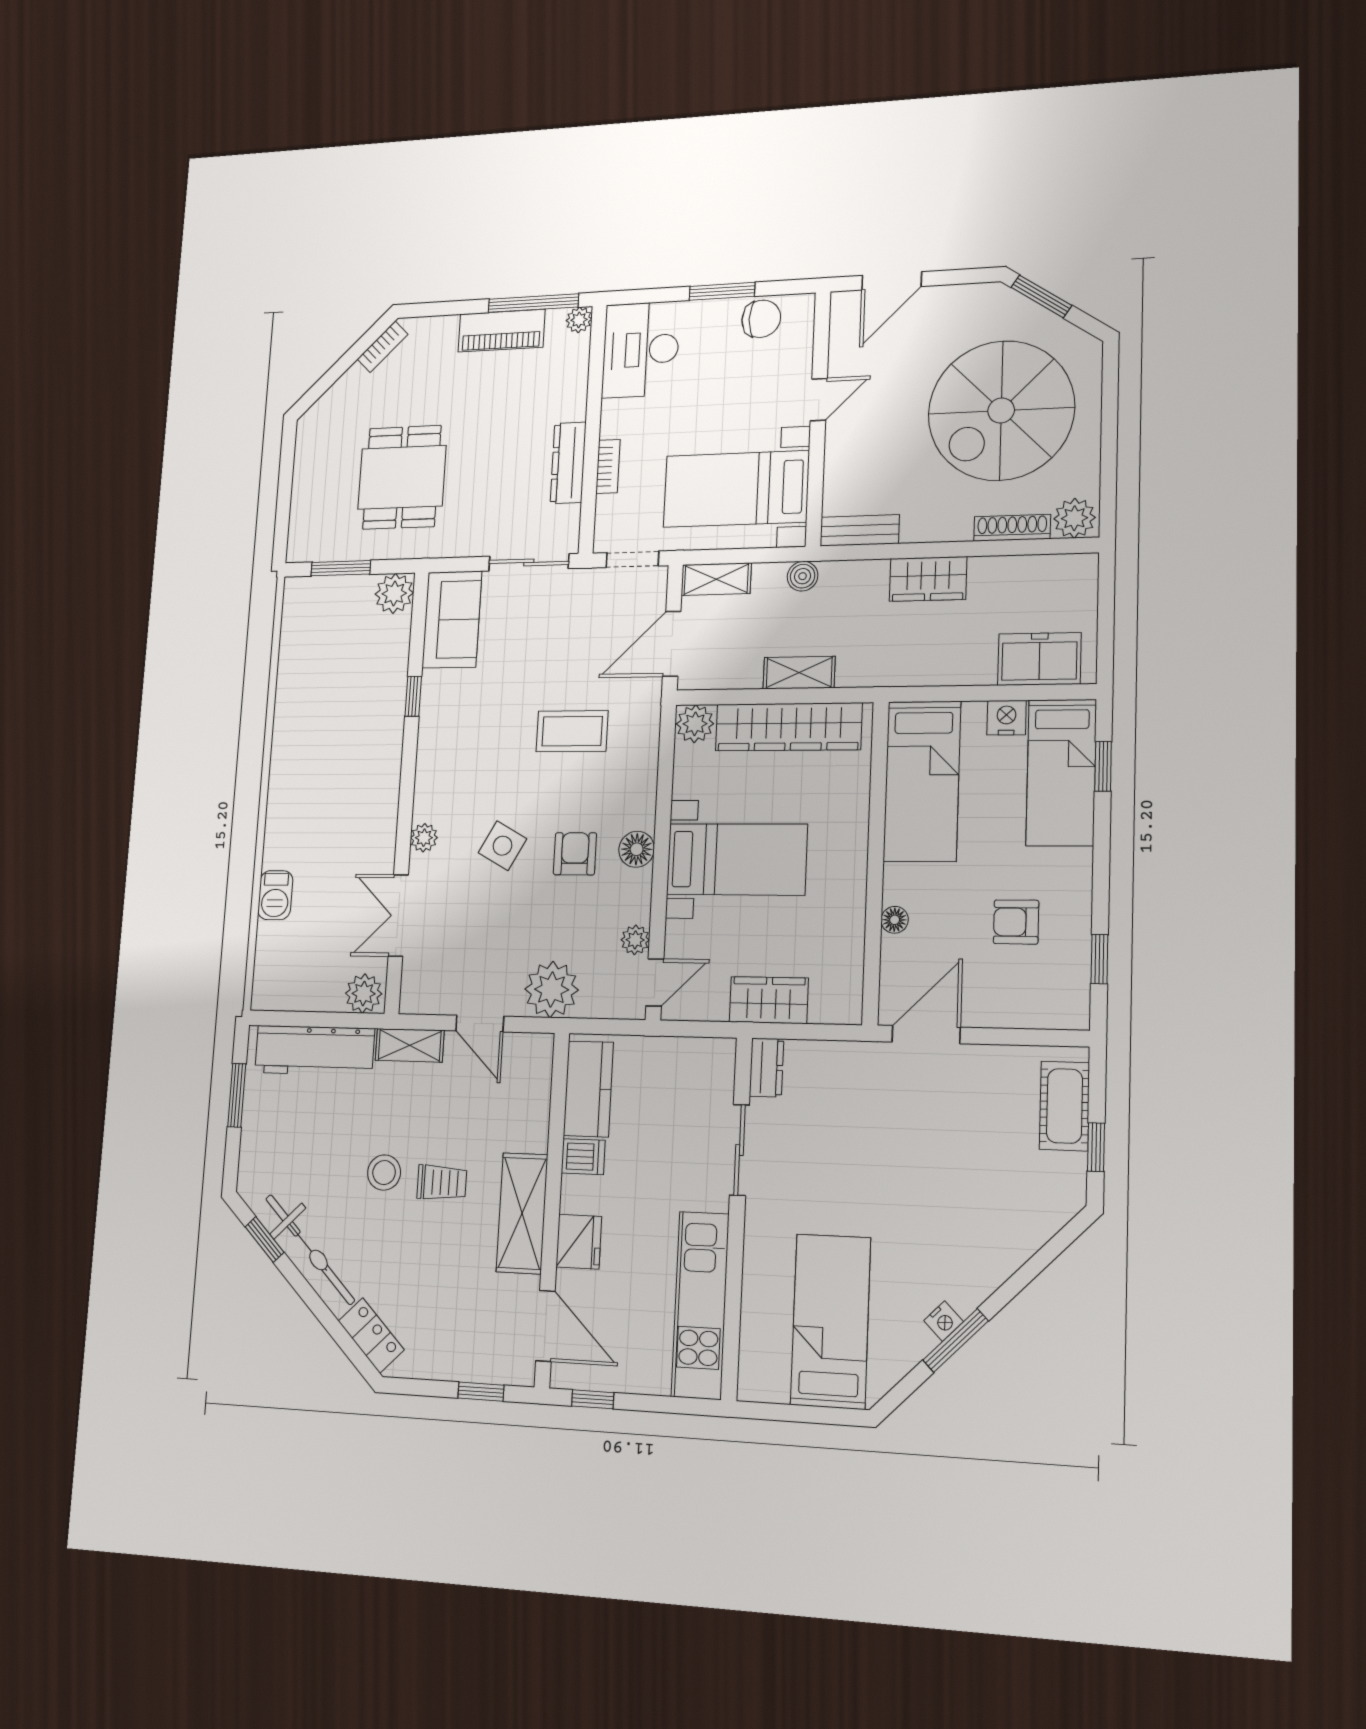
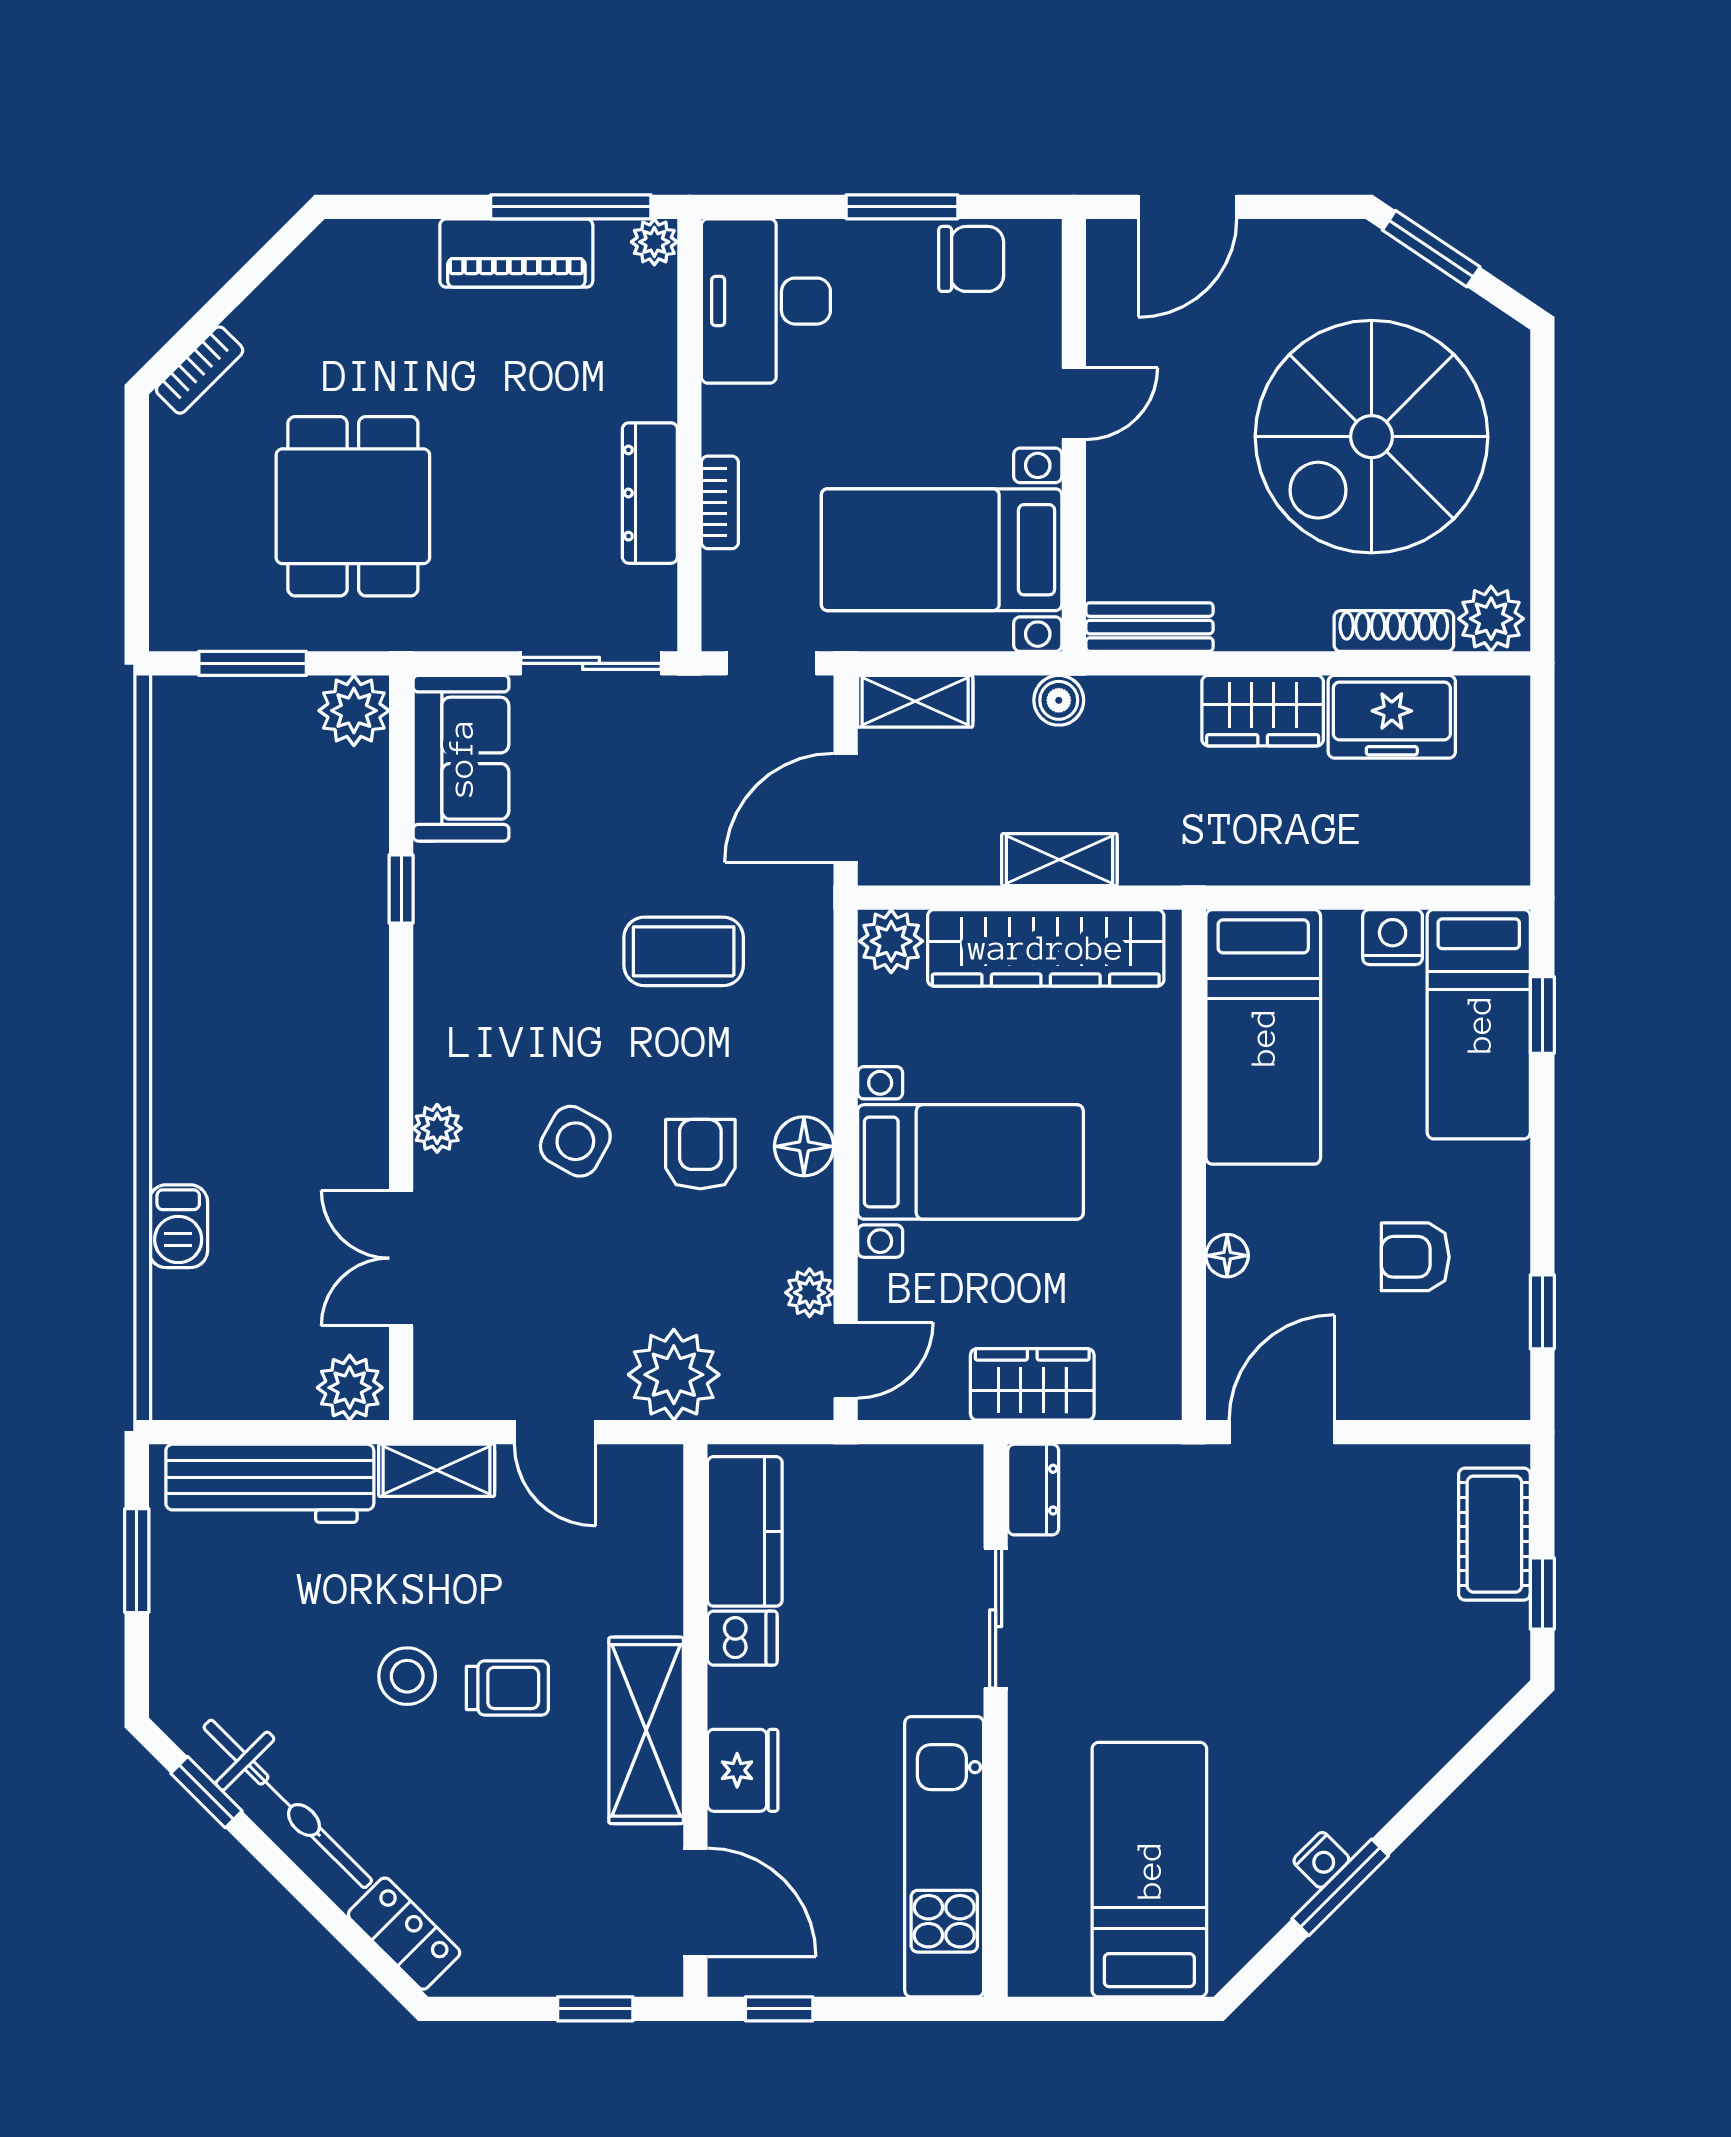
bookcase: (383, 347) -> (200, 370), moved
freezer: (1039, 659) -> (1392, 717), moved, turned 180

